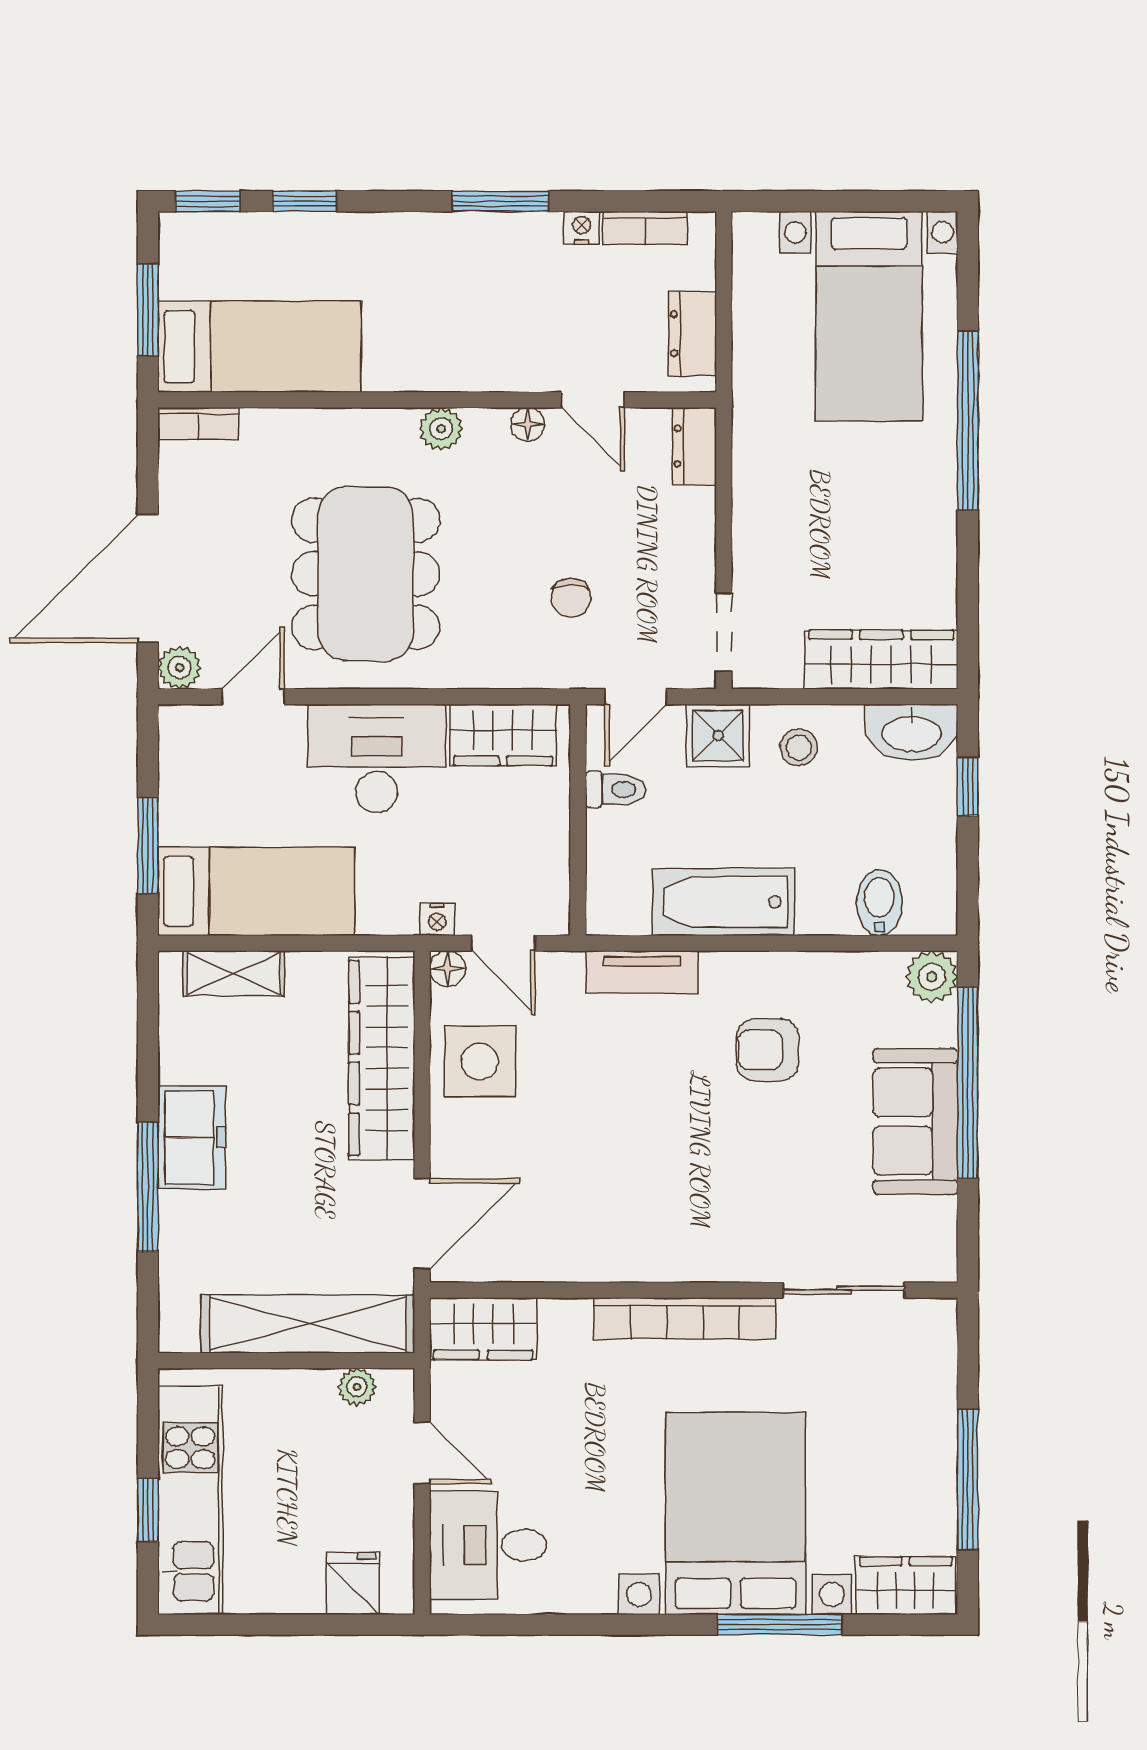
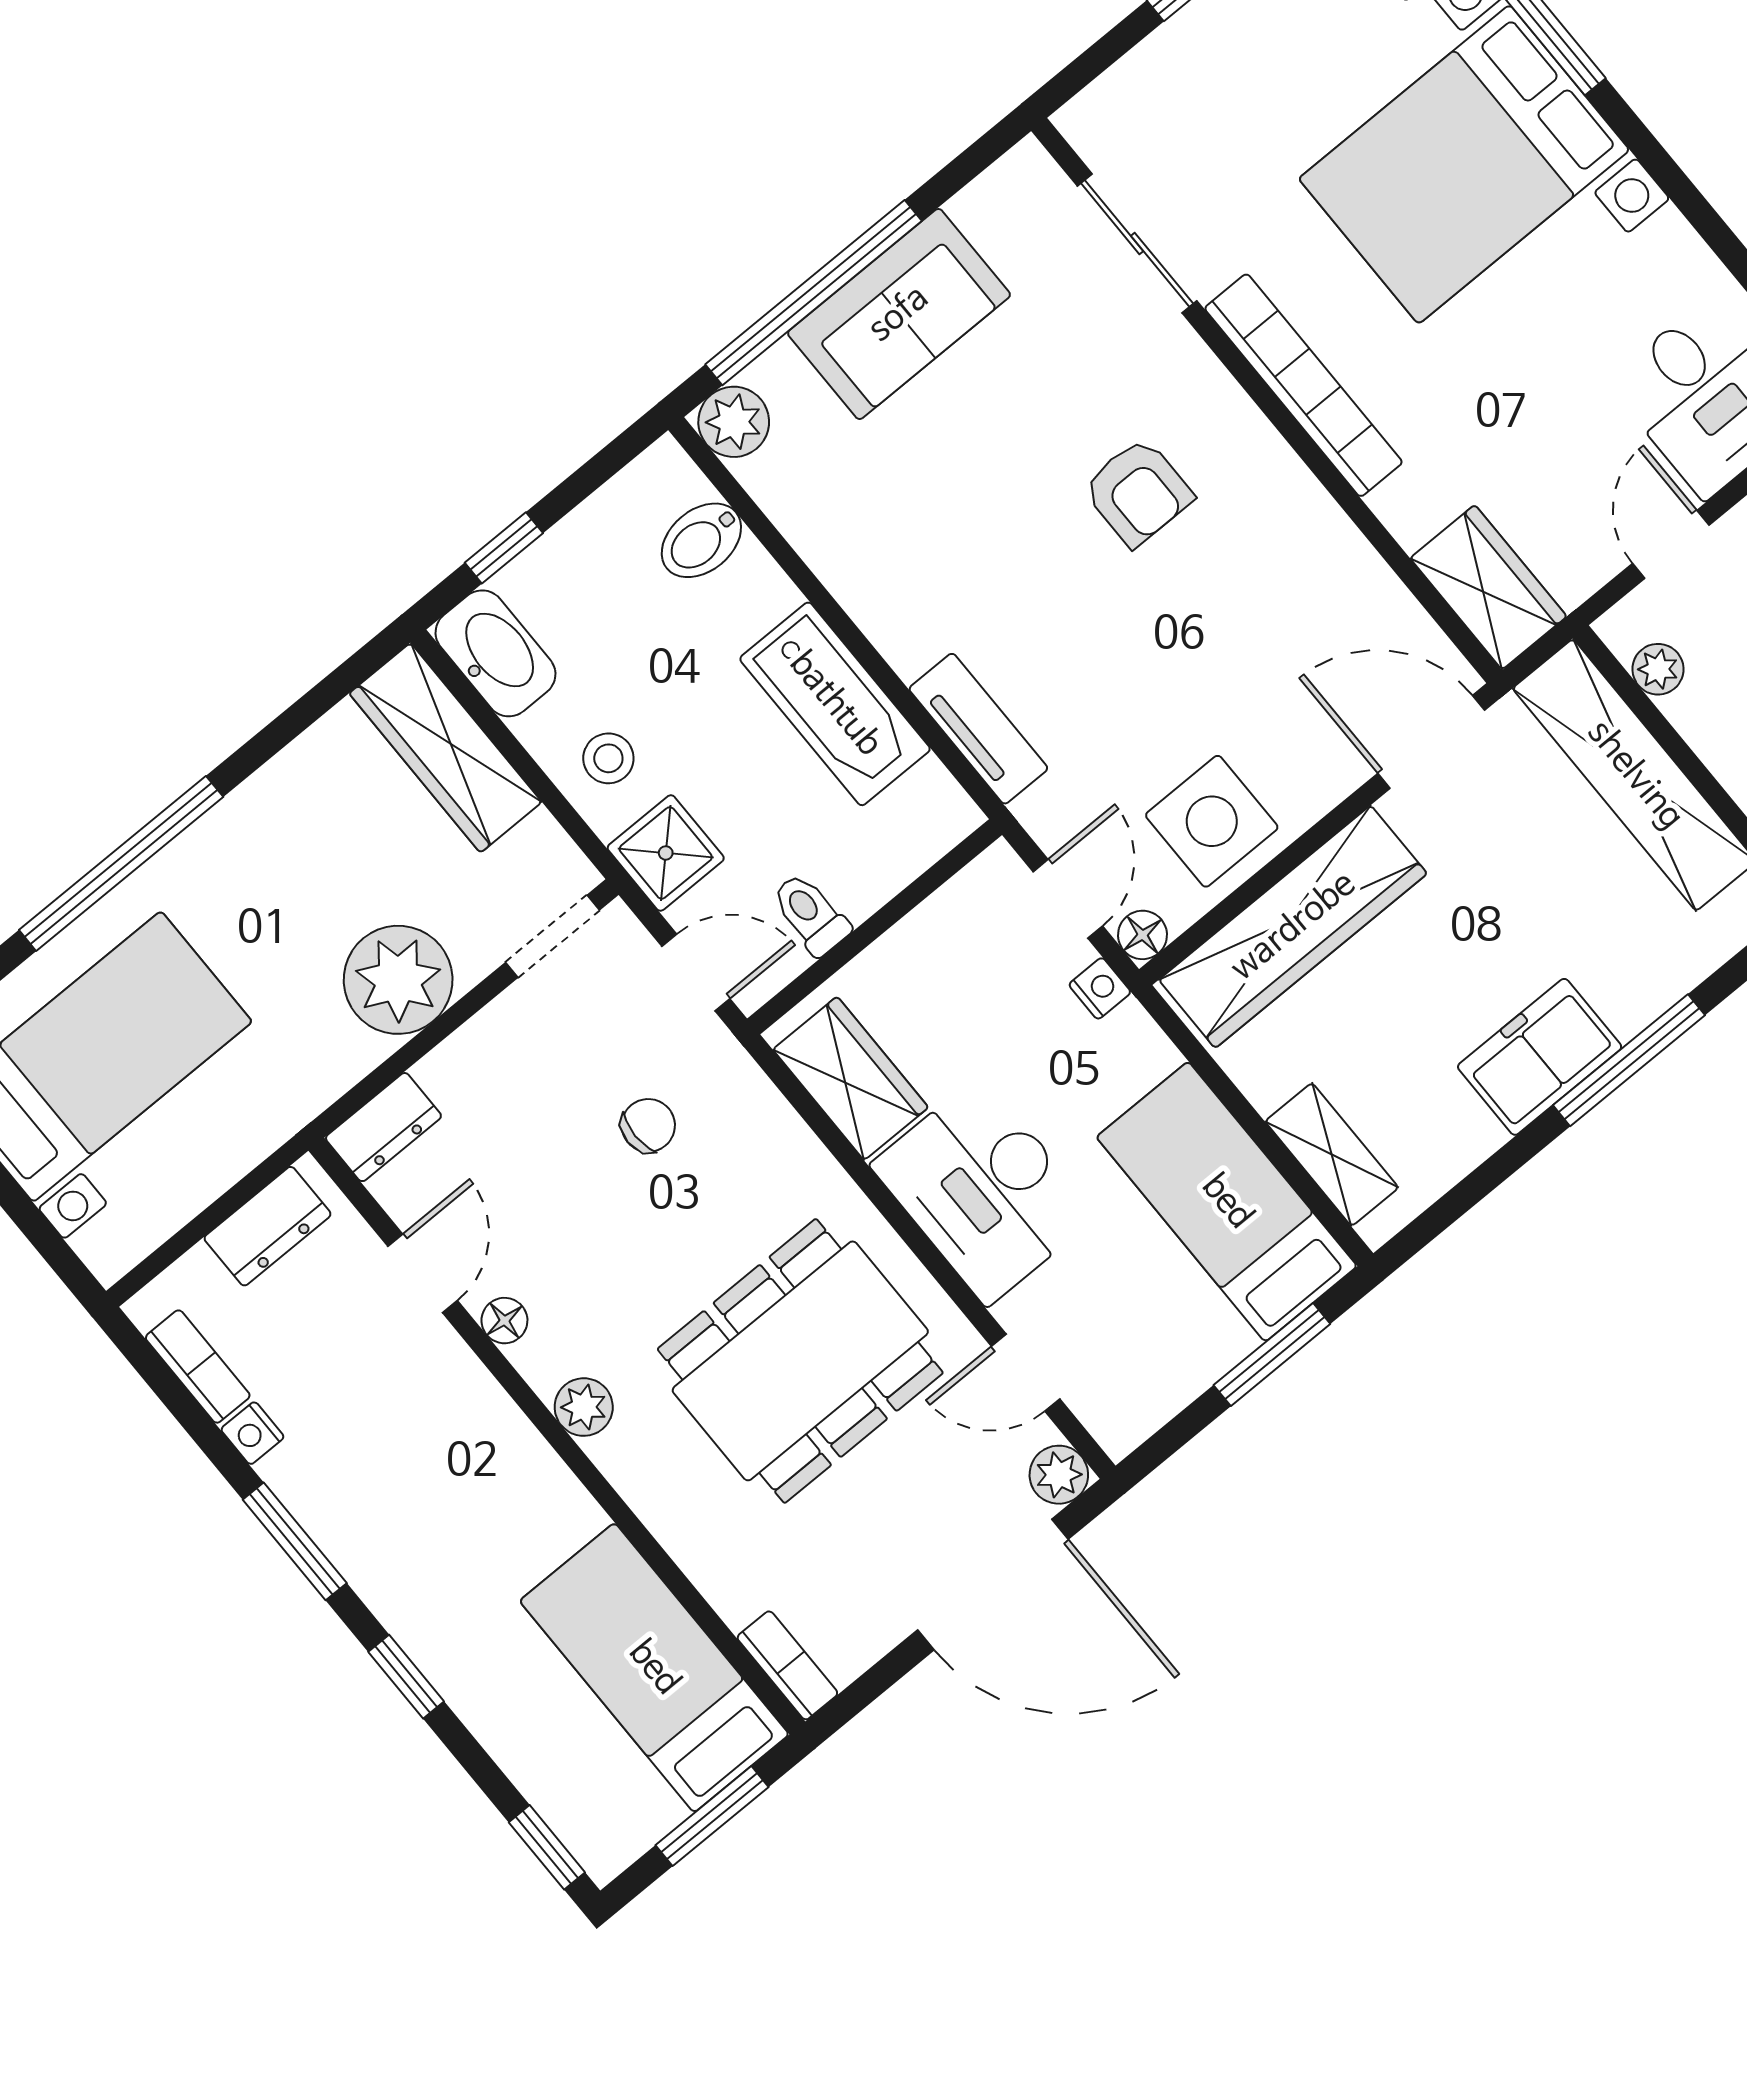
window: (305, 201) -> (406, 1677), moved
plant: (771, 524) -> (398, 980), added
armchair: (768, 1050) -> (1138, 492), moved

